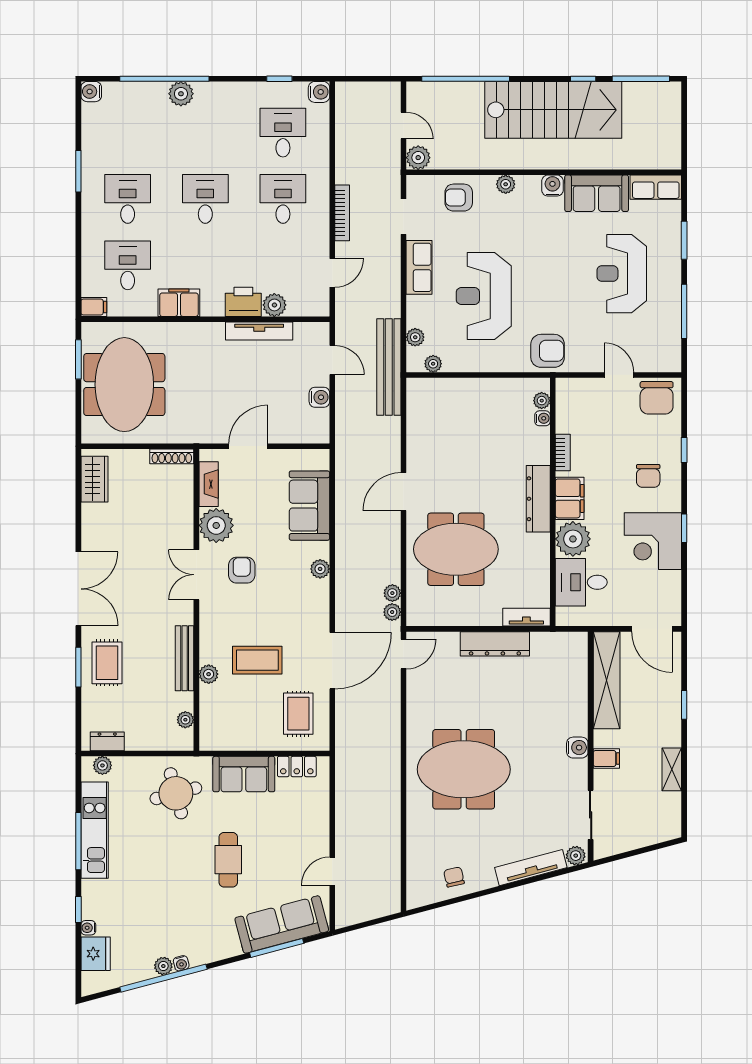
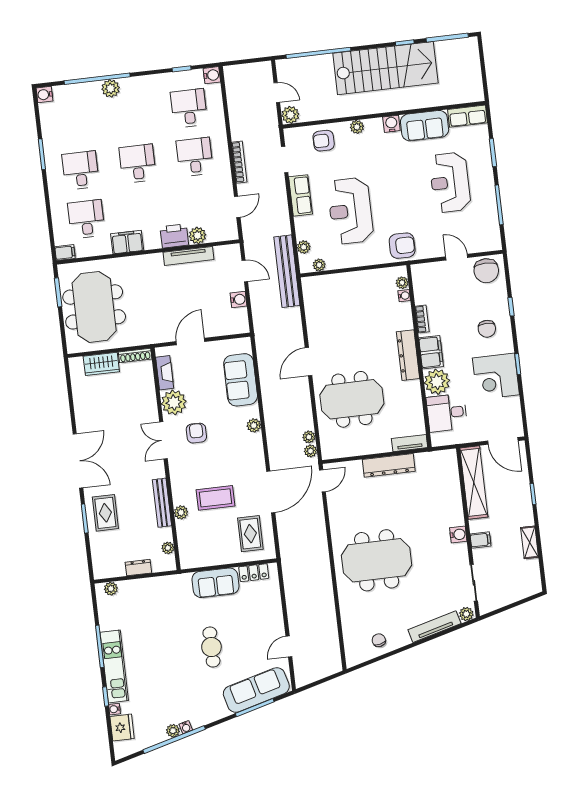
wardrobe: (94, 479) -> (101, 364), moved, turned 90
dresser: (107, 741) -> (138, 568), moved
round table: (176, 793) -> (167, 603), removed
kitchen unit: (95, 830) -> (114, 666), moved

